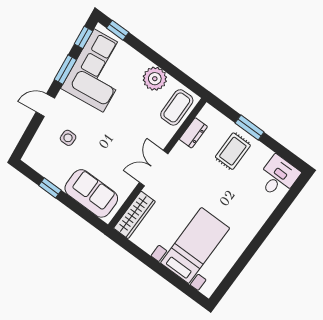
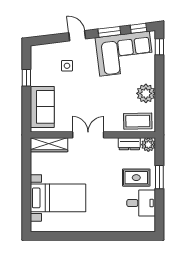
plant: (208, 114) -> (148, 145), added
desk: (278, 177) -> (141, 203), moved

